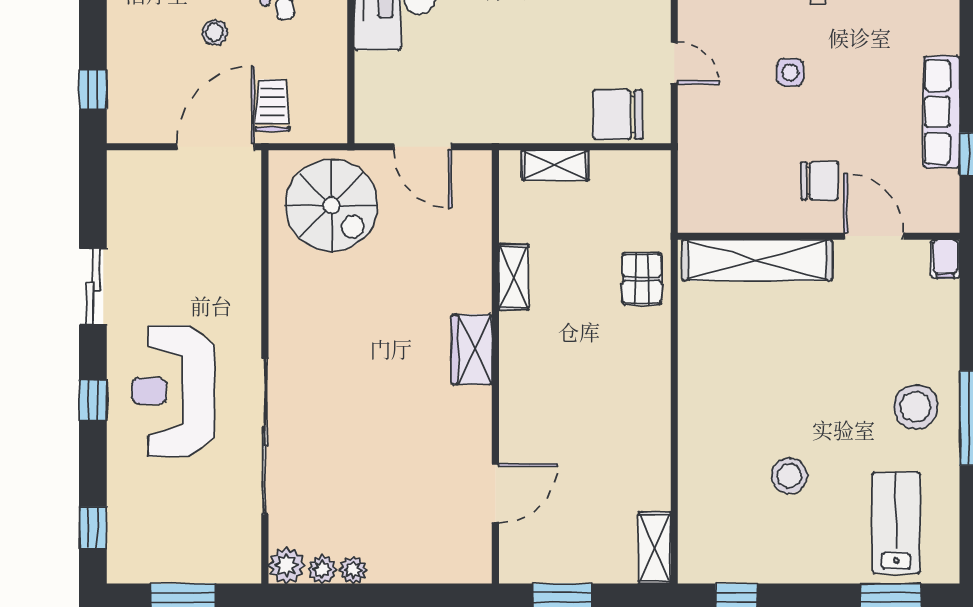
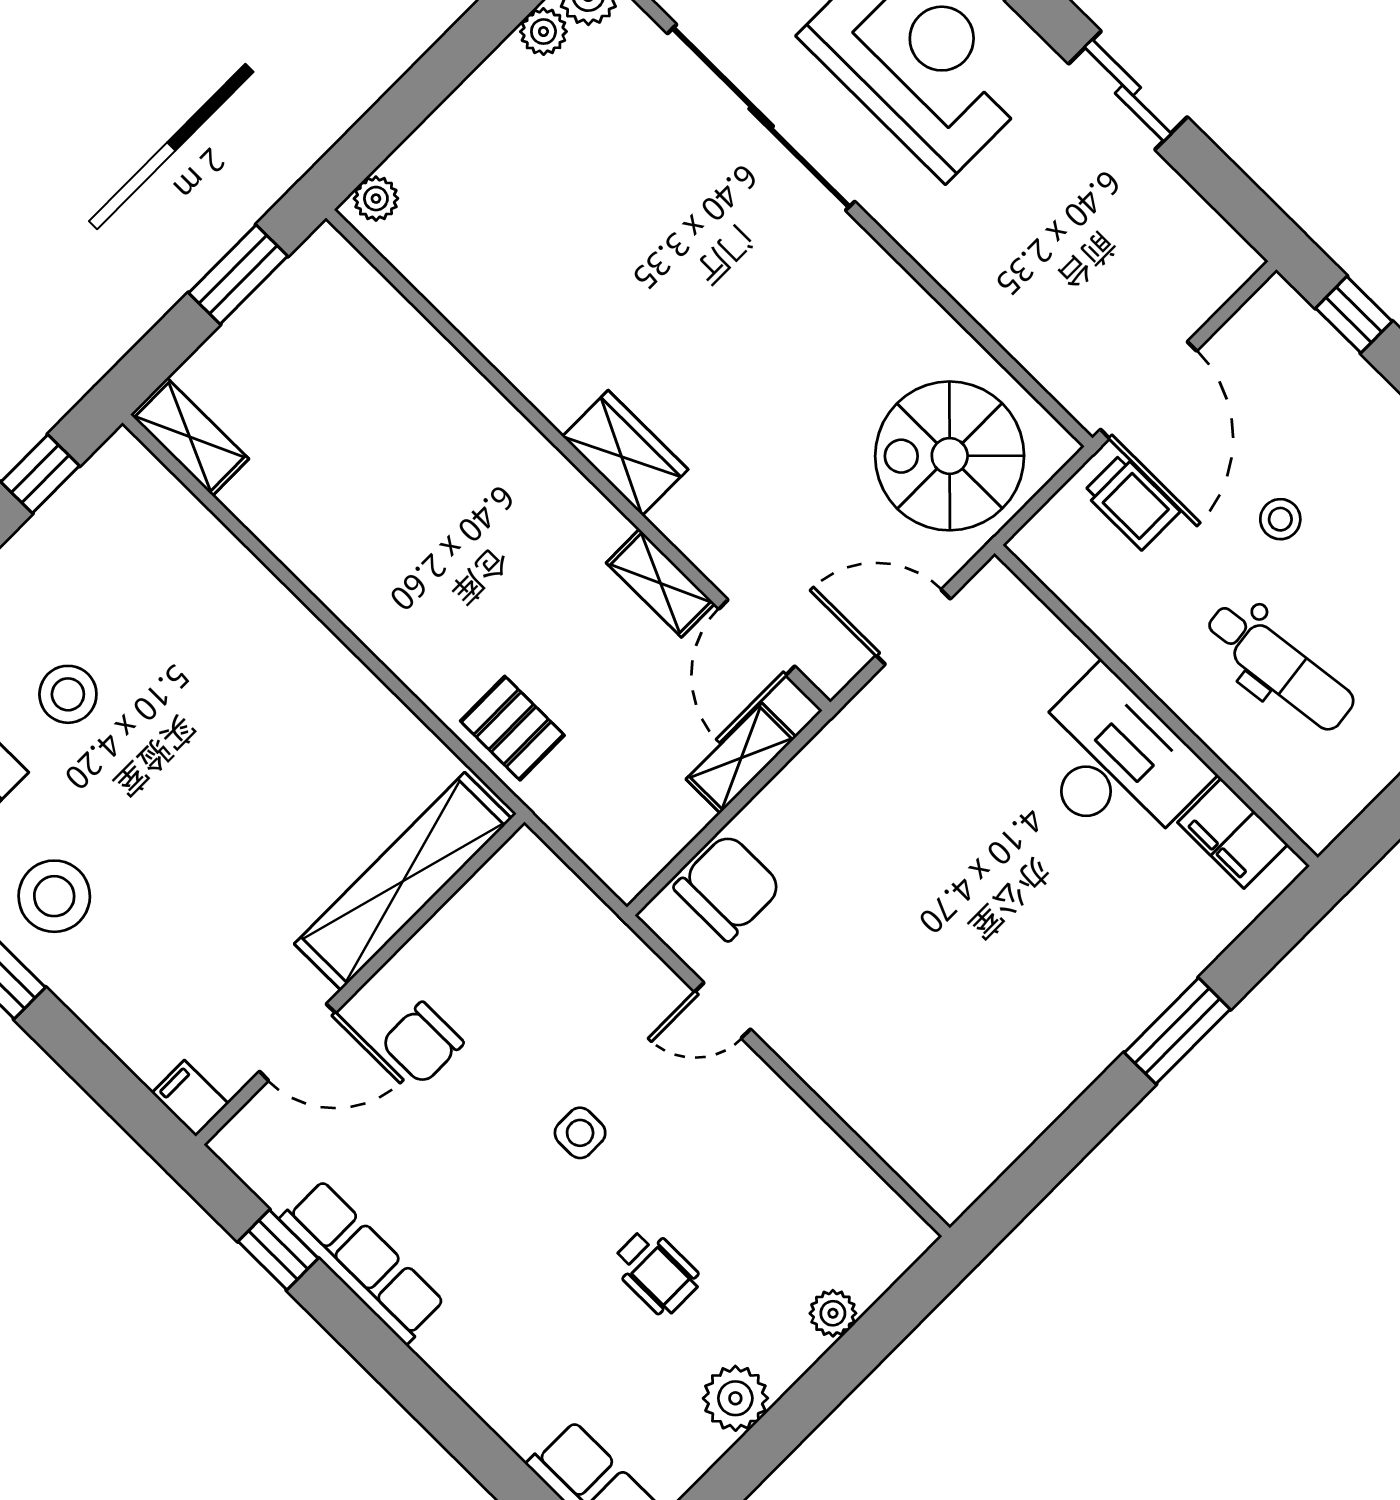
stool: (789, 476) -> (68, 694), moved
door: (495, 493) -> (757, 638), moved
plant: (353, 570) -> (376, 199), moved

